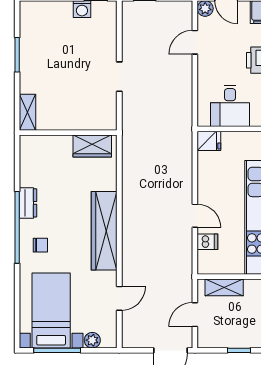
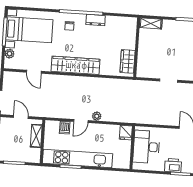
desk: (230, 106) -> (146, 147), width x1.37
plant: (185, 190) -> (97, 116), added

